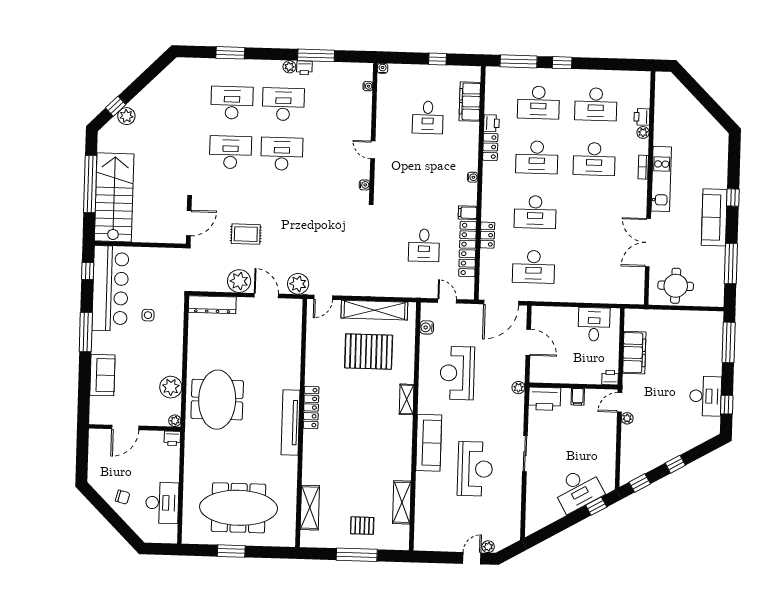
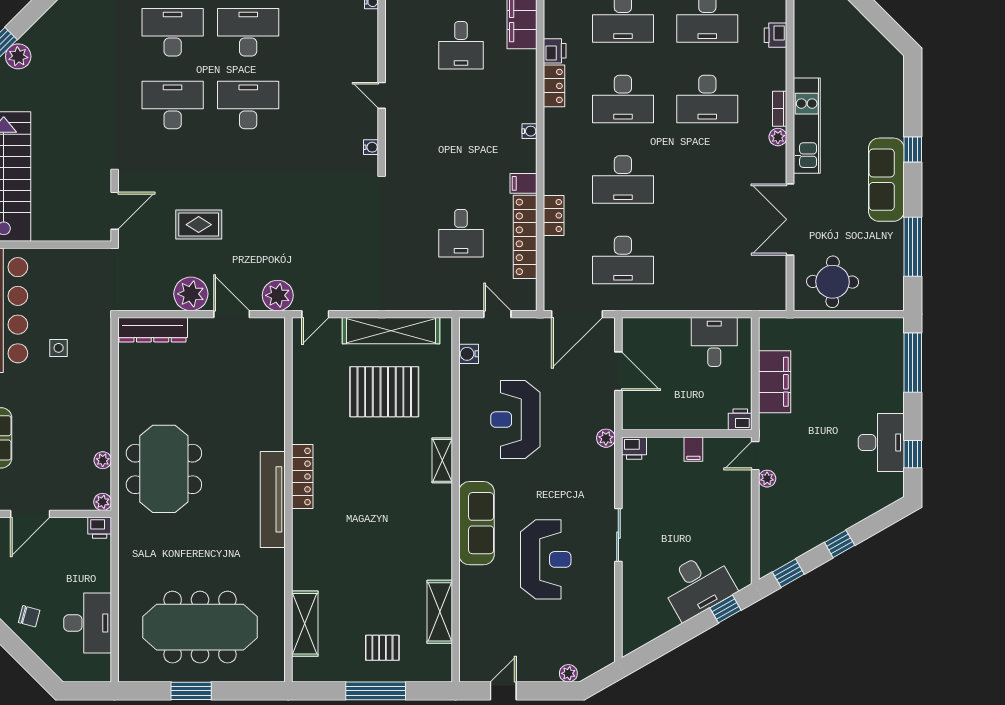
plant: (643, 132) -> (778, 137), moved
plant: (171, 387) -> (103, 460), width x0.53, depth x0.53
printer: (545, 399) -> (634, 448), width x0.53, depth x0.68
door: (472, 558) -> (503, 691), moved

